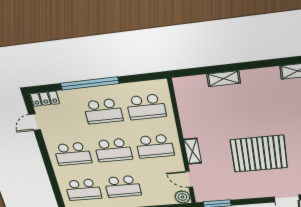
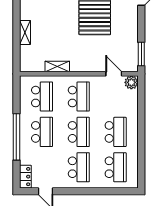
shelving: (193, 151) -> (57, 66), moved
door: (189, 179) -> (114, 74), swing flipped

